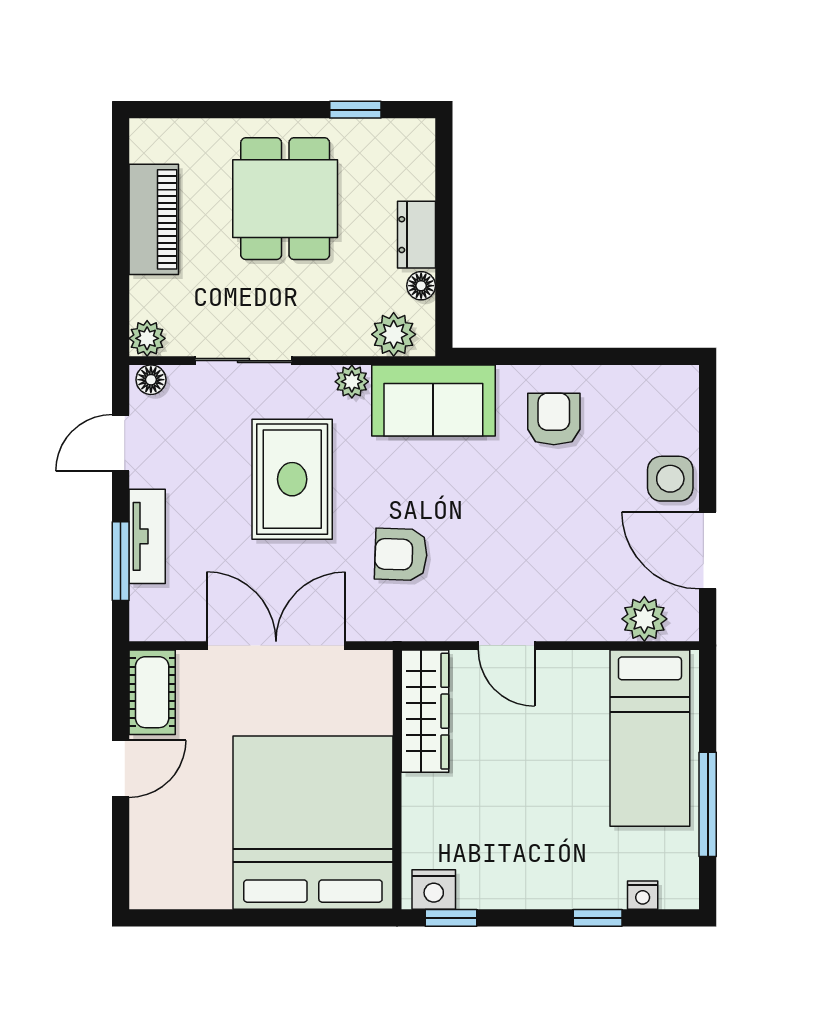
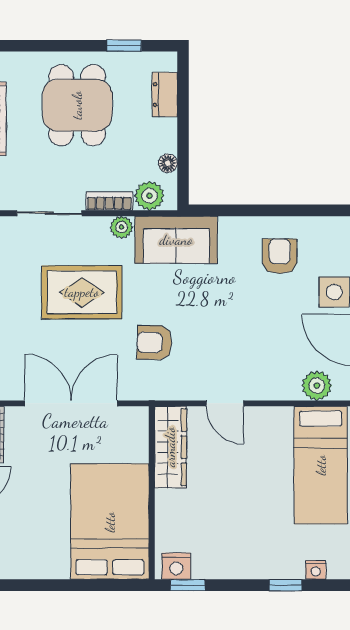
dresser: (416, 235) -> (165, 94), moved
bookcase: (333, 342) -> (109, 201), added
armchair: (554, 419) -> (280, 256), moved
rug: (292, 479) -> (82, 292), turned 90
bed: (313, 823) -> (110, 522), width x0.73

